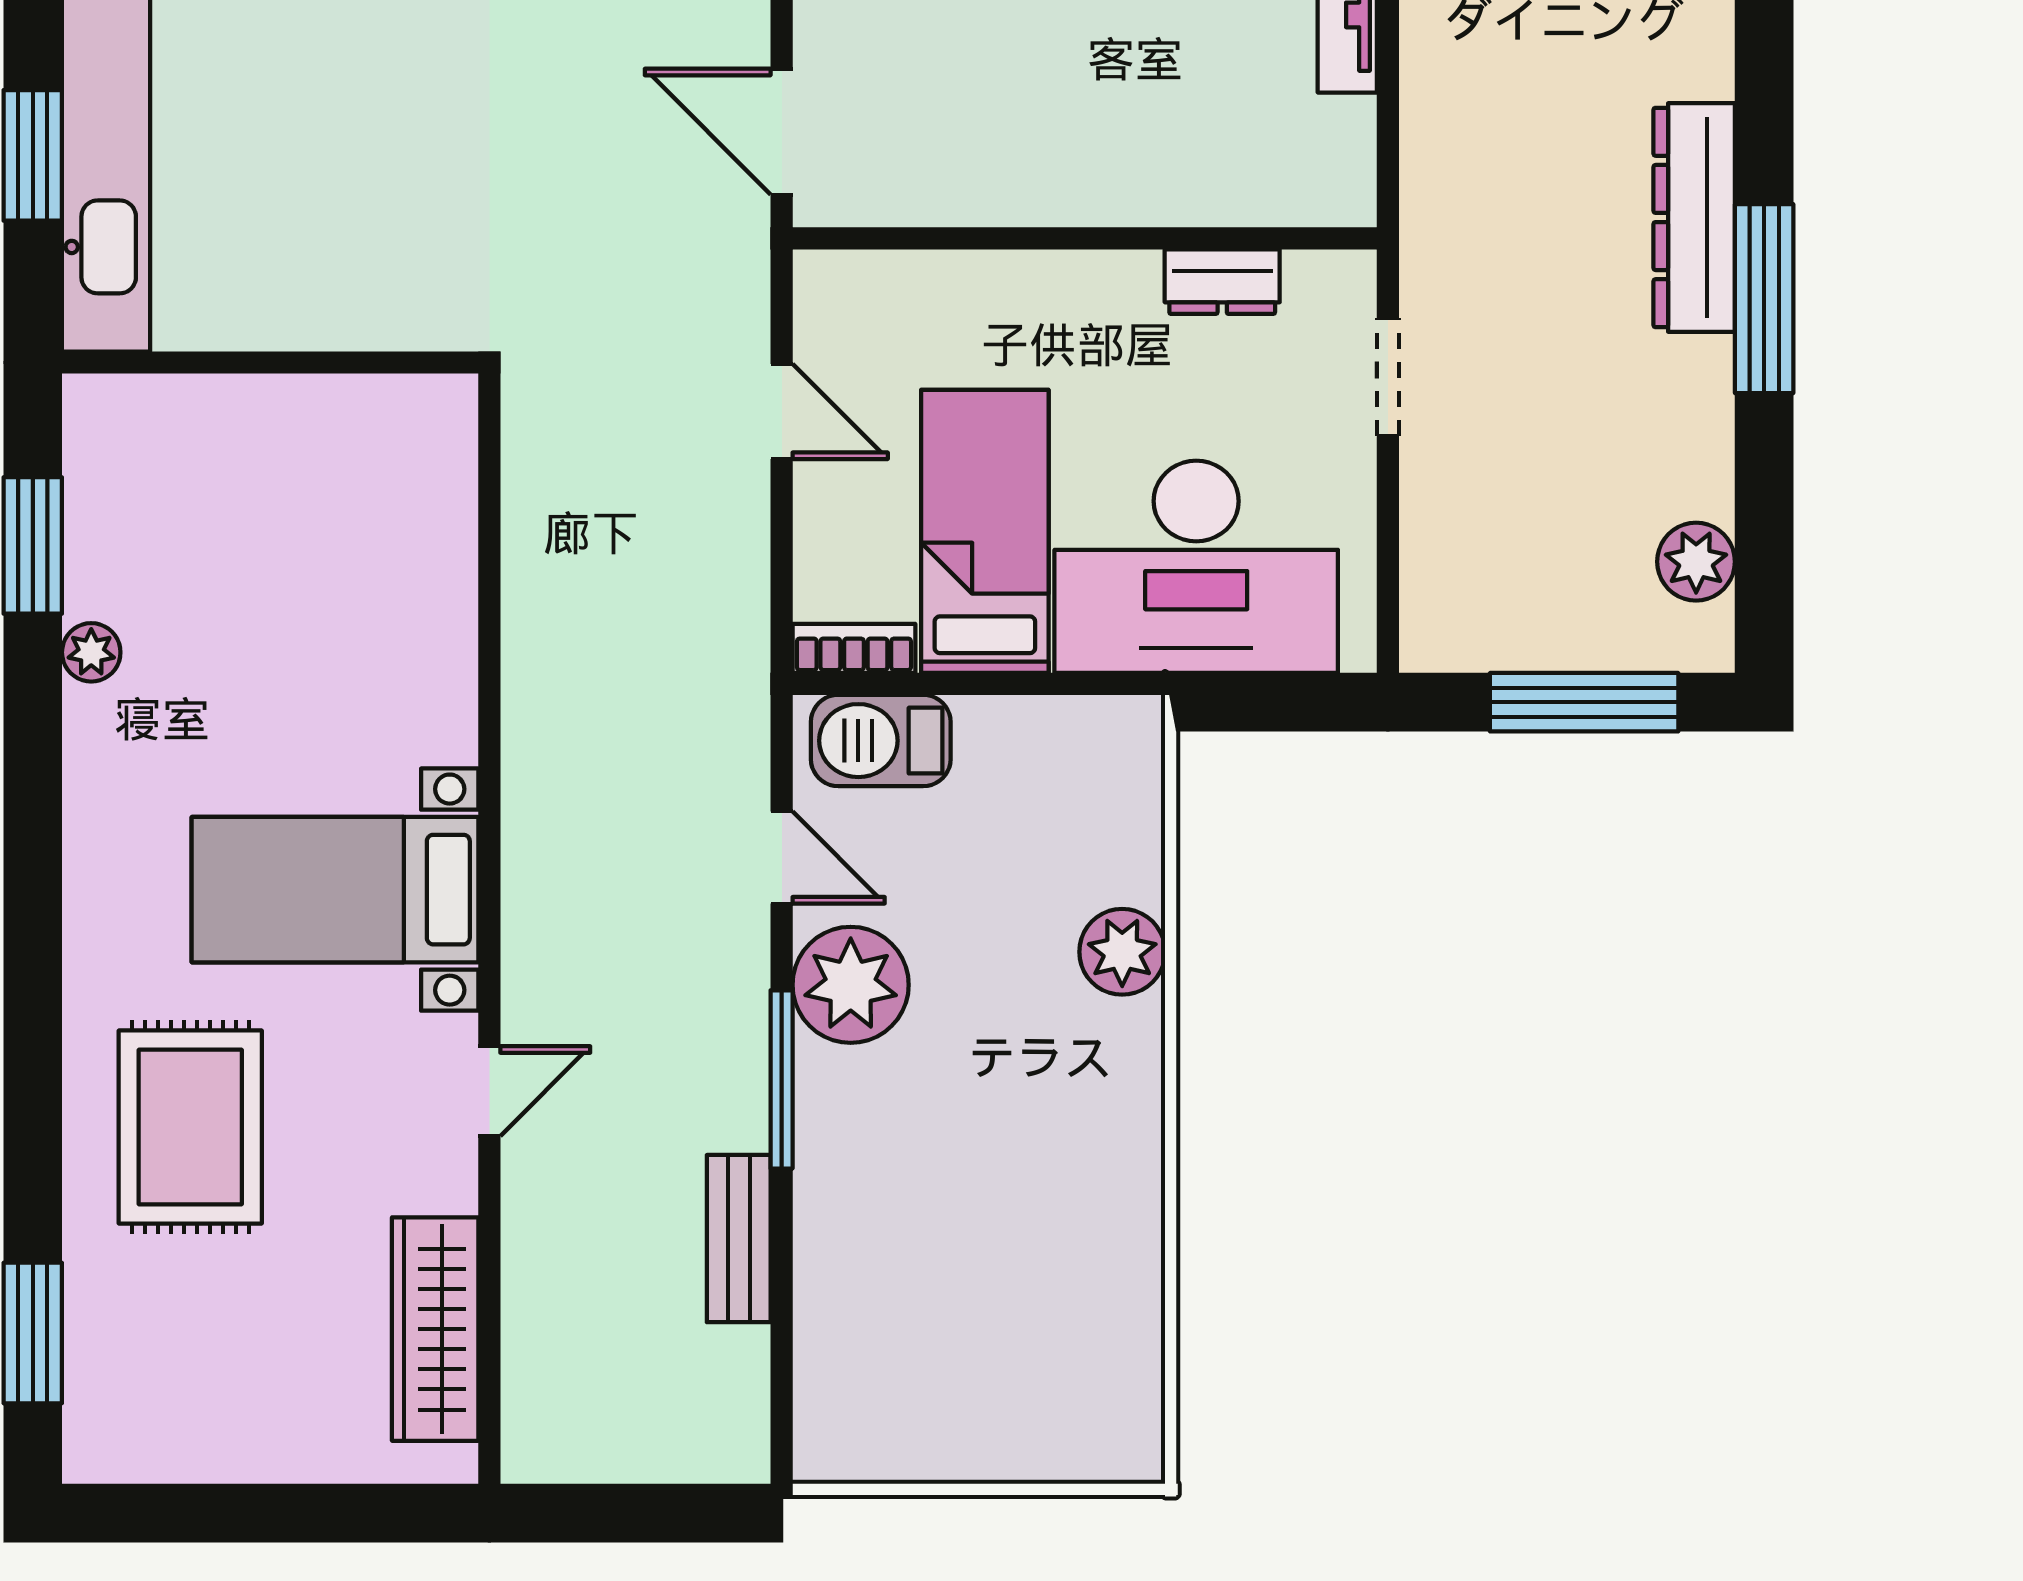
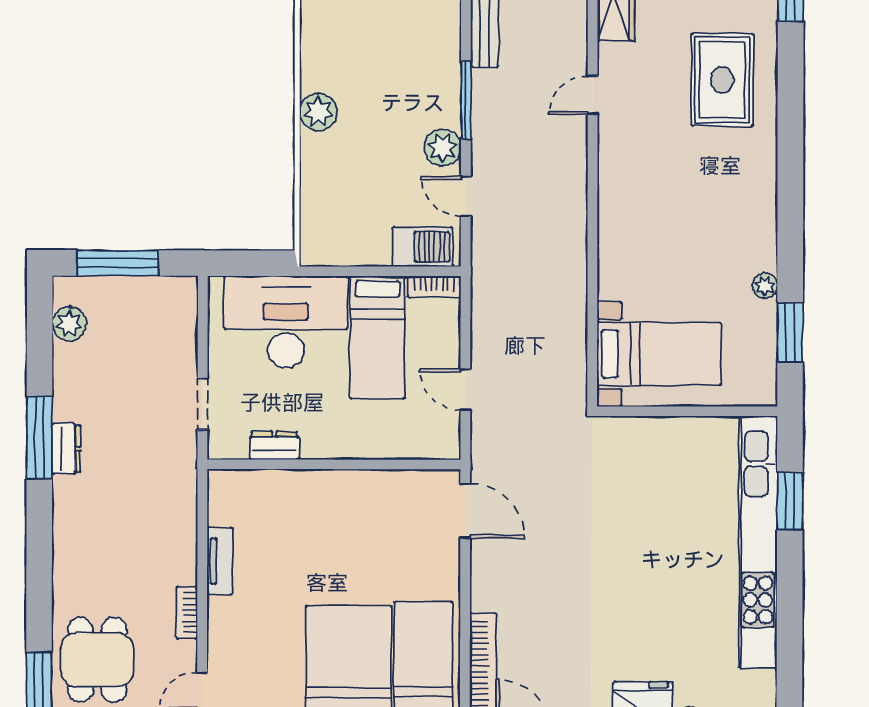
dresser: (1694, 217) -> (66, 449), width x0.51, depth x0.80
bed with nightstands: (335, 890) -> (659, 354), moved
plant: (1122, 952) -> (318, 112), moved
plant: (851, 985) -> (443, 148), width x0.73, depth x0.73

